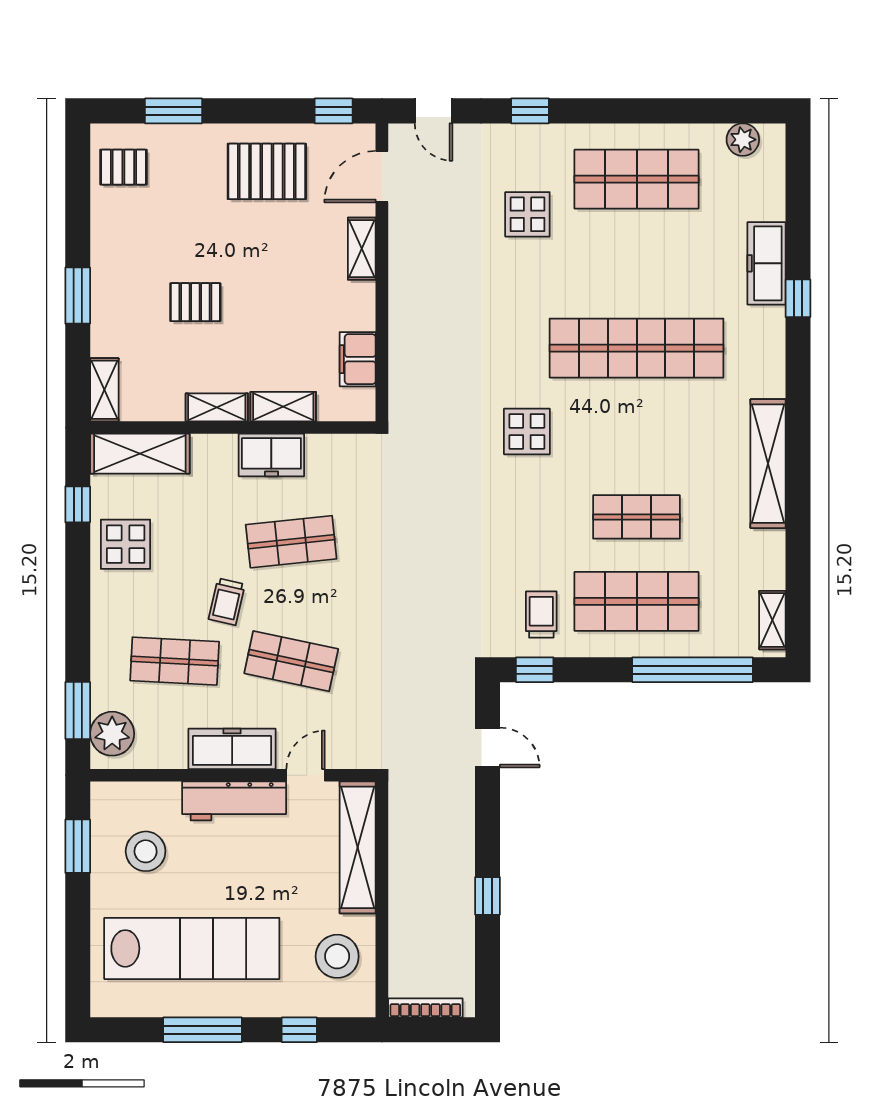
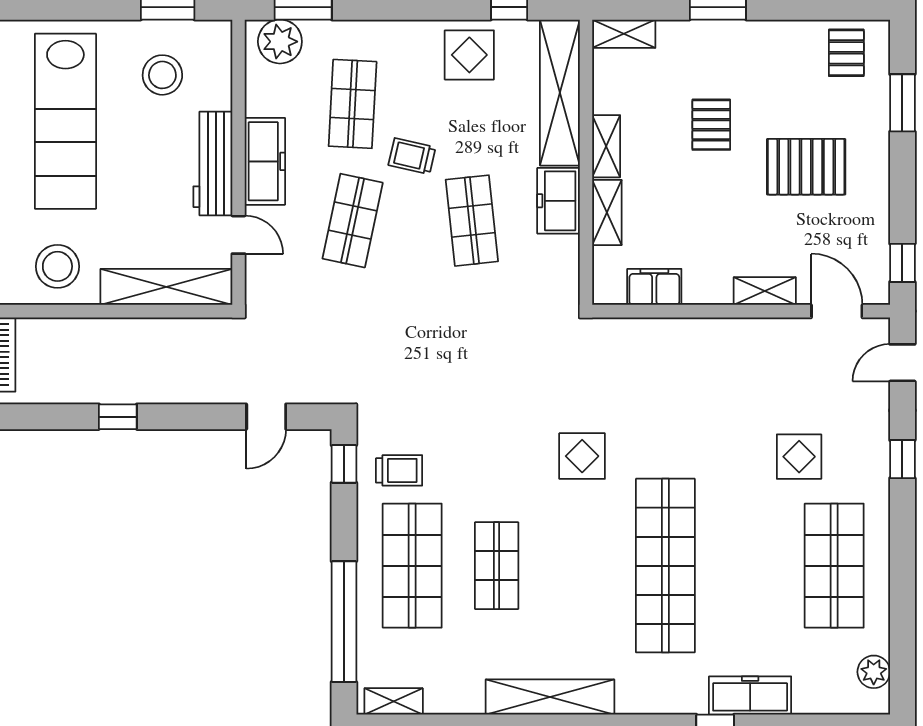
pallet: (267, 171) -> (806, 167), moved, turned 90
shelving: (140, 454) -> (560, 93), width x1.47

